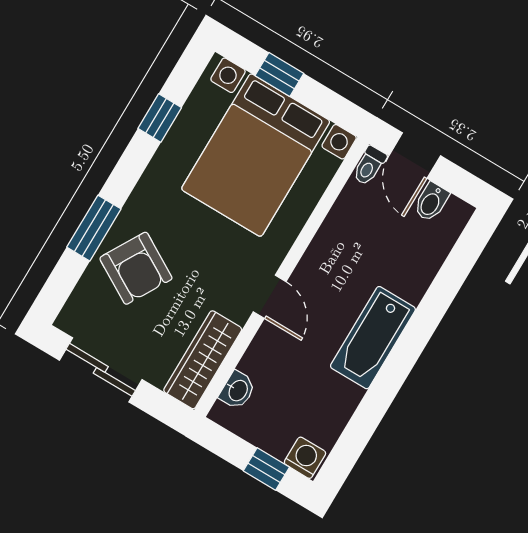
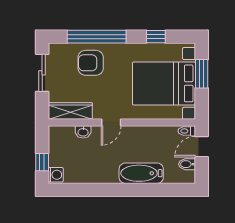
window: (279, 74) -> (202, 74), width x1.50
window: (94, 228) -> (97, 37), width x2.11
armchair: (136, 268) -> (91, 63), turned 60
bathtub: (373, 338) -> (141, 173), moved
washbasin: (237, 390) -> (83, 132), moved

